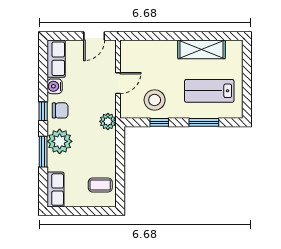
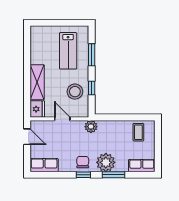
shelving: (202, 49) -> (37, 82), moved
fridge: (131, 50) -> (37, 109), added
water cooler: (55, 86) -> (65, 166), removed

